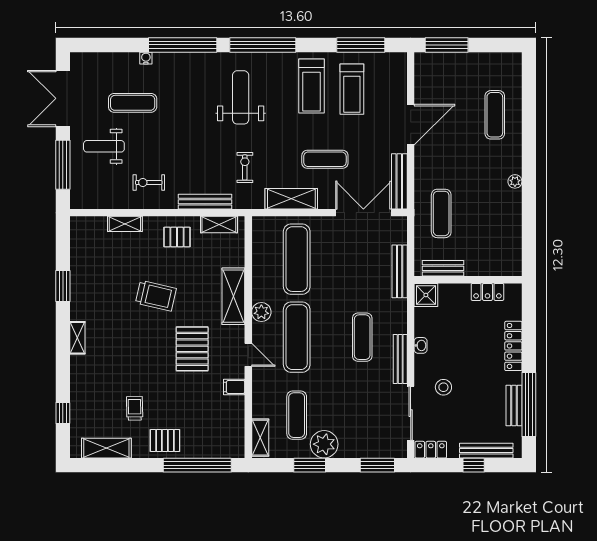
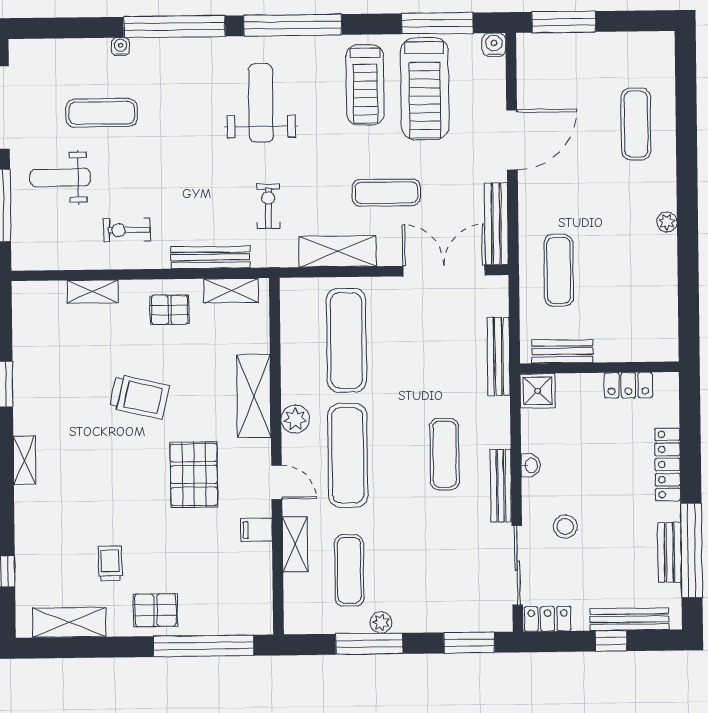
water cooler: (399, 60) -> (494, 45), added
treadmill: (352, 89) -> (425, 89), width x1.37, depth x1.38
shelving: (260, 438) -> (295, 544), moved
plant: (324, 444) -> (381, 622), width x0.53, depth x0.53
window: (310, 465) -> (369, 644), width x1.44

